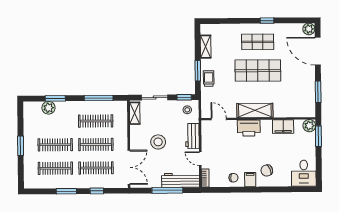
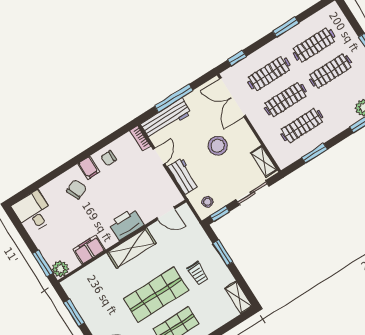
shelving: (206, 47) -> (239, 297), moved
trolley: (209, 79) -> (198, 273), moved
window: (99, 98) -> (315, 153), width x0.69
door: (200, 159) -> (159, 156), hinge flipped
window: (97, 191) -> (237, 58), moved

